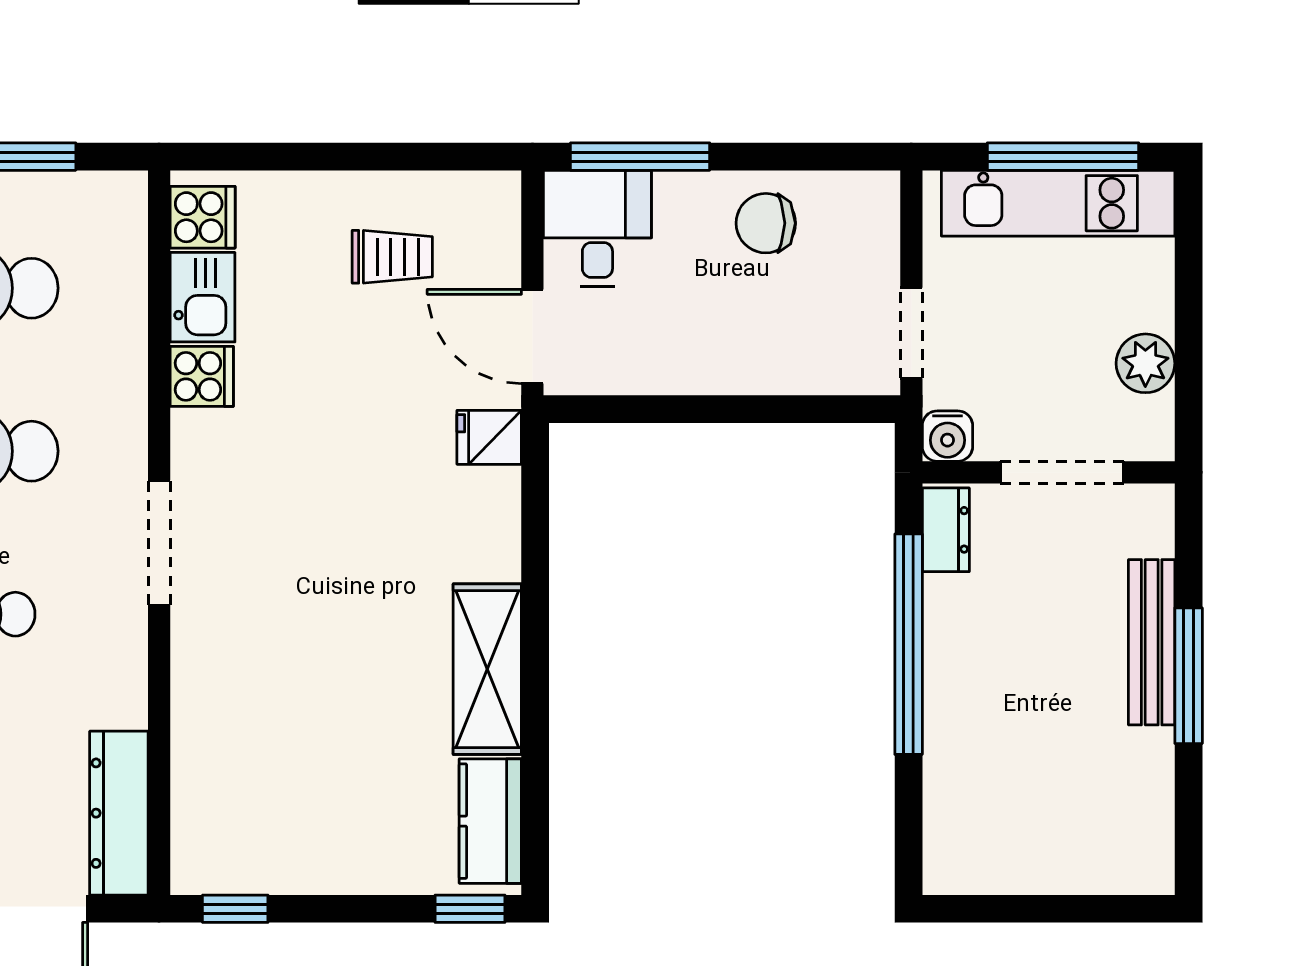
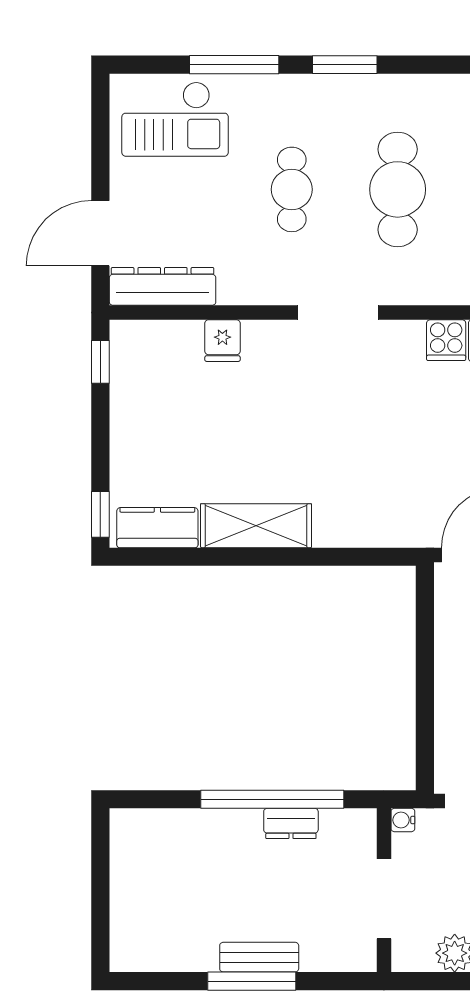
water cooler: (947, 436) -> (403, 820), width x0.72, depth x0.72
fridge: (489, 437) -> (222, 341), moved, turned 180
dresser: (946, 530) -> (291, 823), moved
bench: (1152, 642) -> (259, 957), width x0.73

